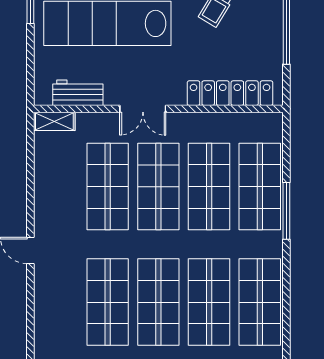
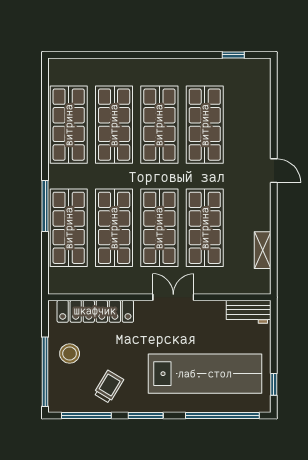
stool: (259, 46) -> (70, 354), added
workbench: (78, 93) -> (249, 312), moved
shelving: (54, 121) -> (263, 250), moved, turned 90

